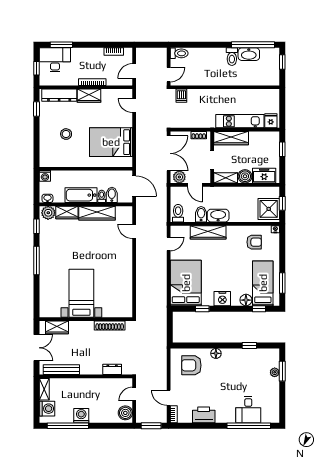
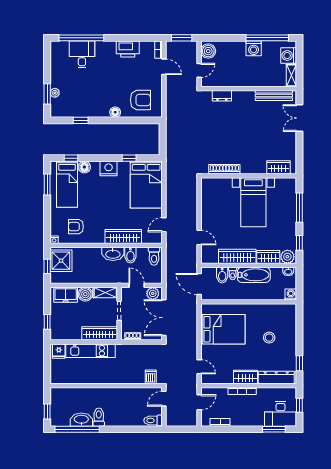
bed with nightstands: (81, 293) -> (253, 202), moved
wall: (86, 319) -> (249, 176), moved
shoe rack: (110, 325) -> (224, 169), moved
wardrobe: (57, 327) -> (278, 167), moved

